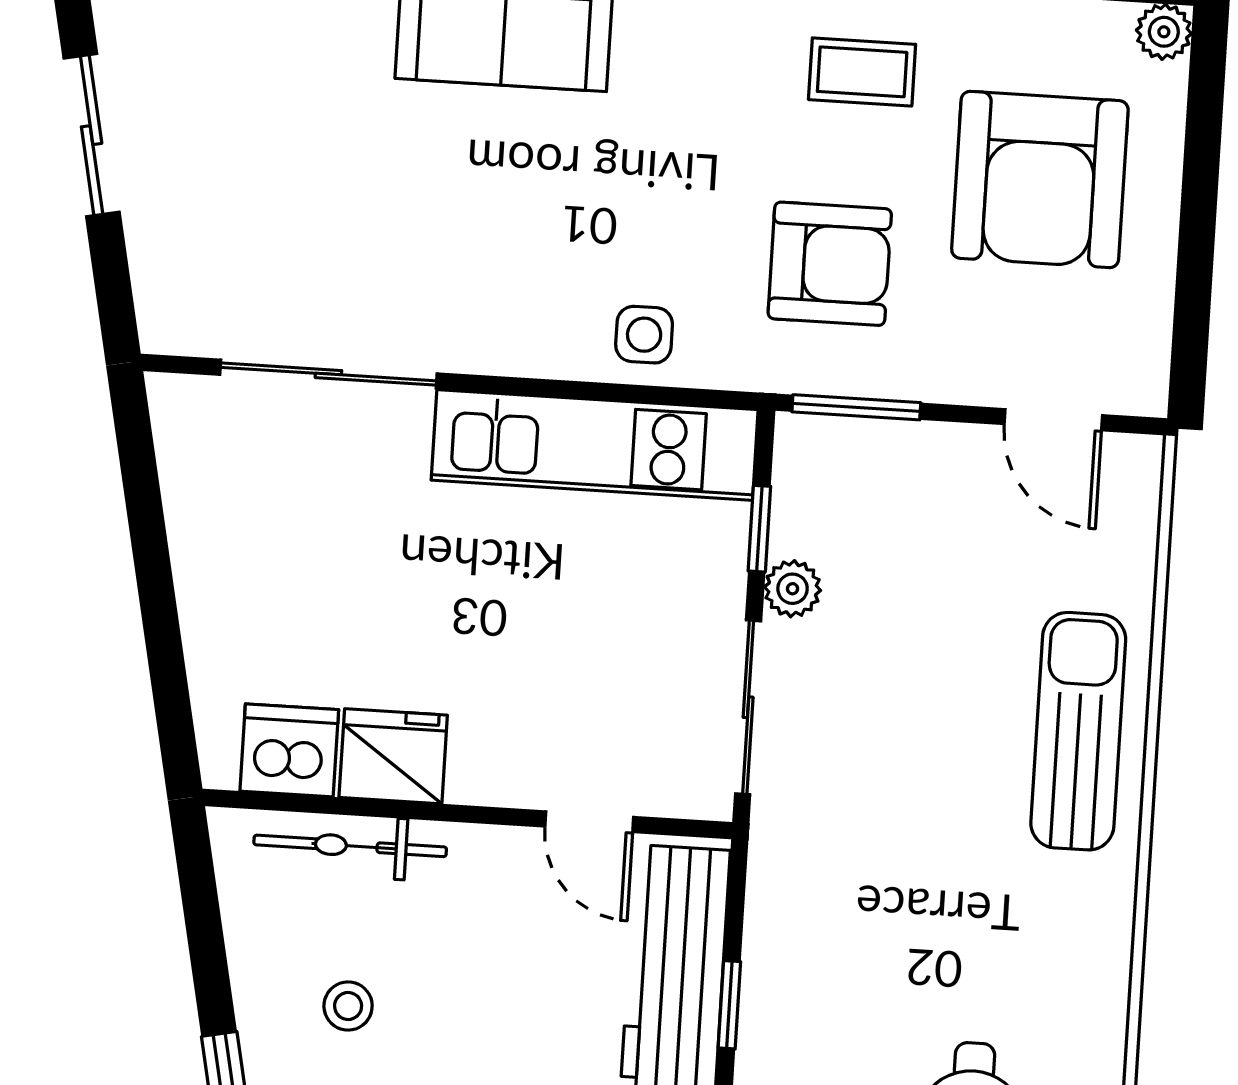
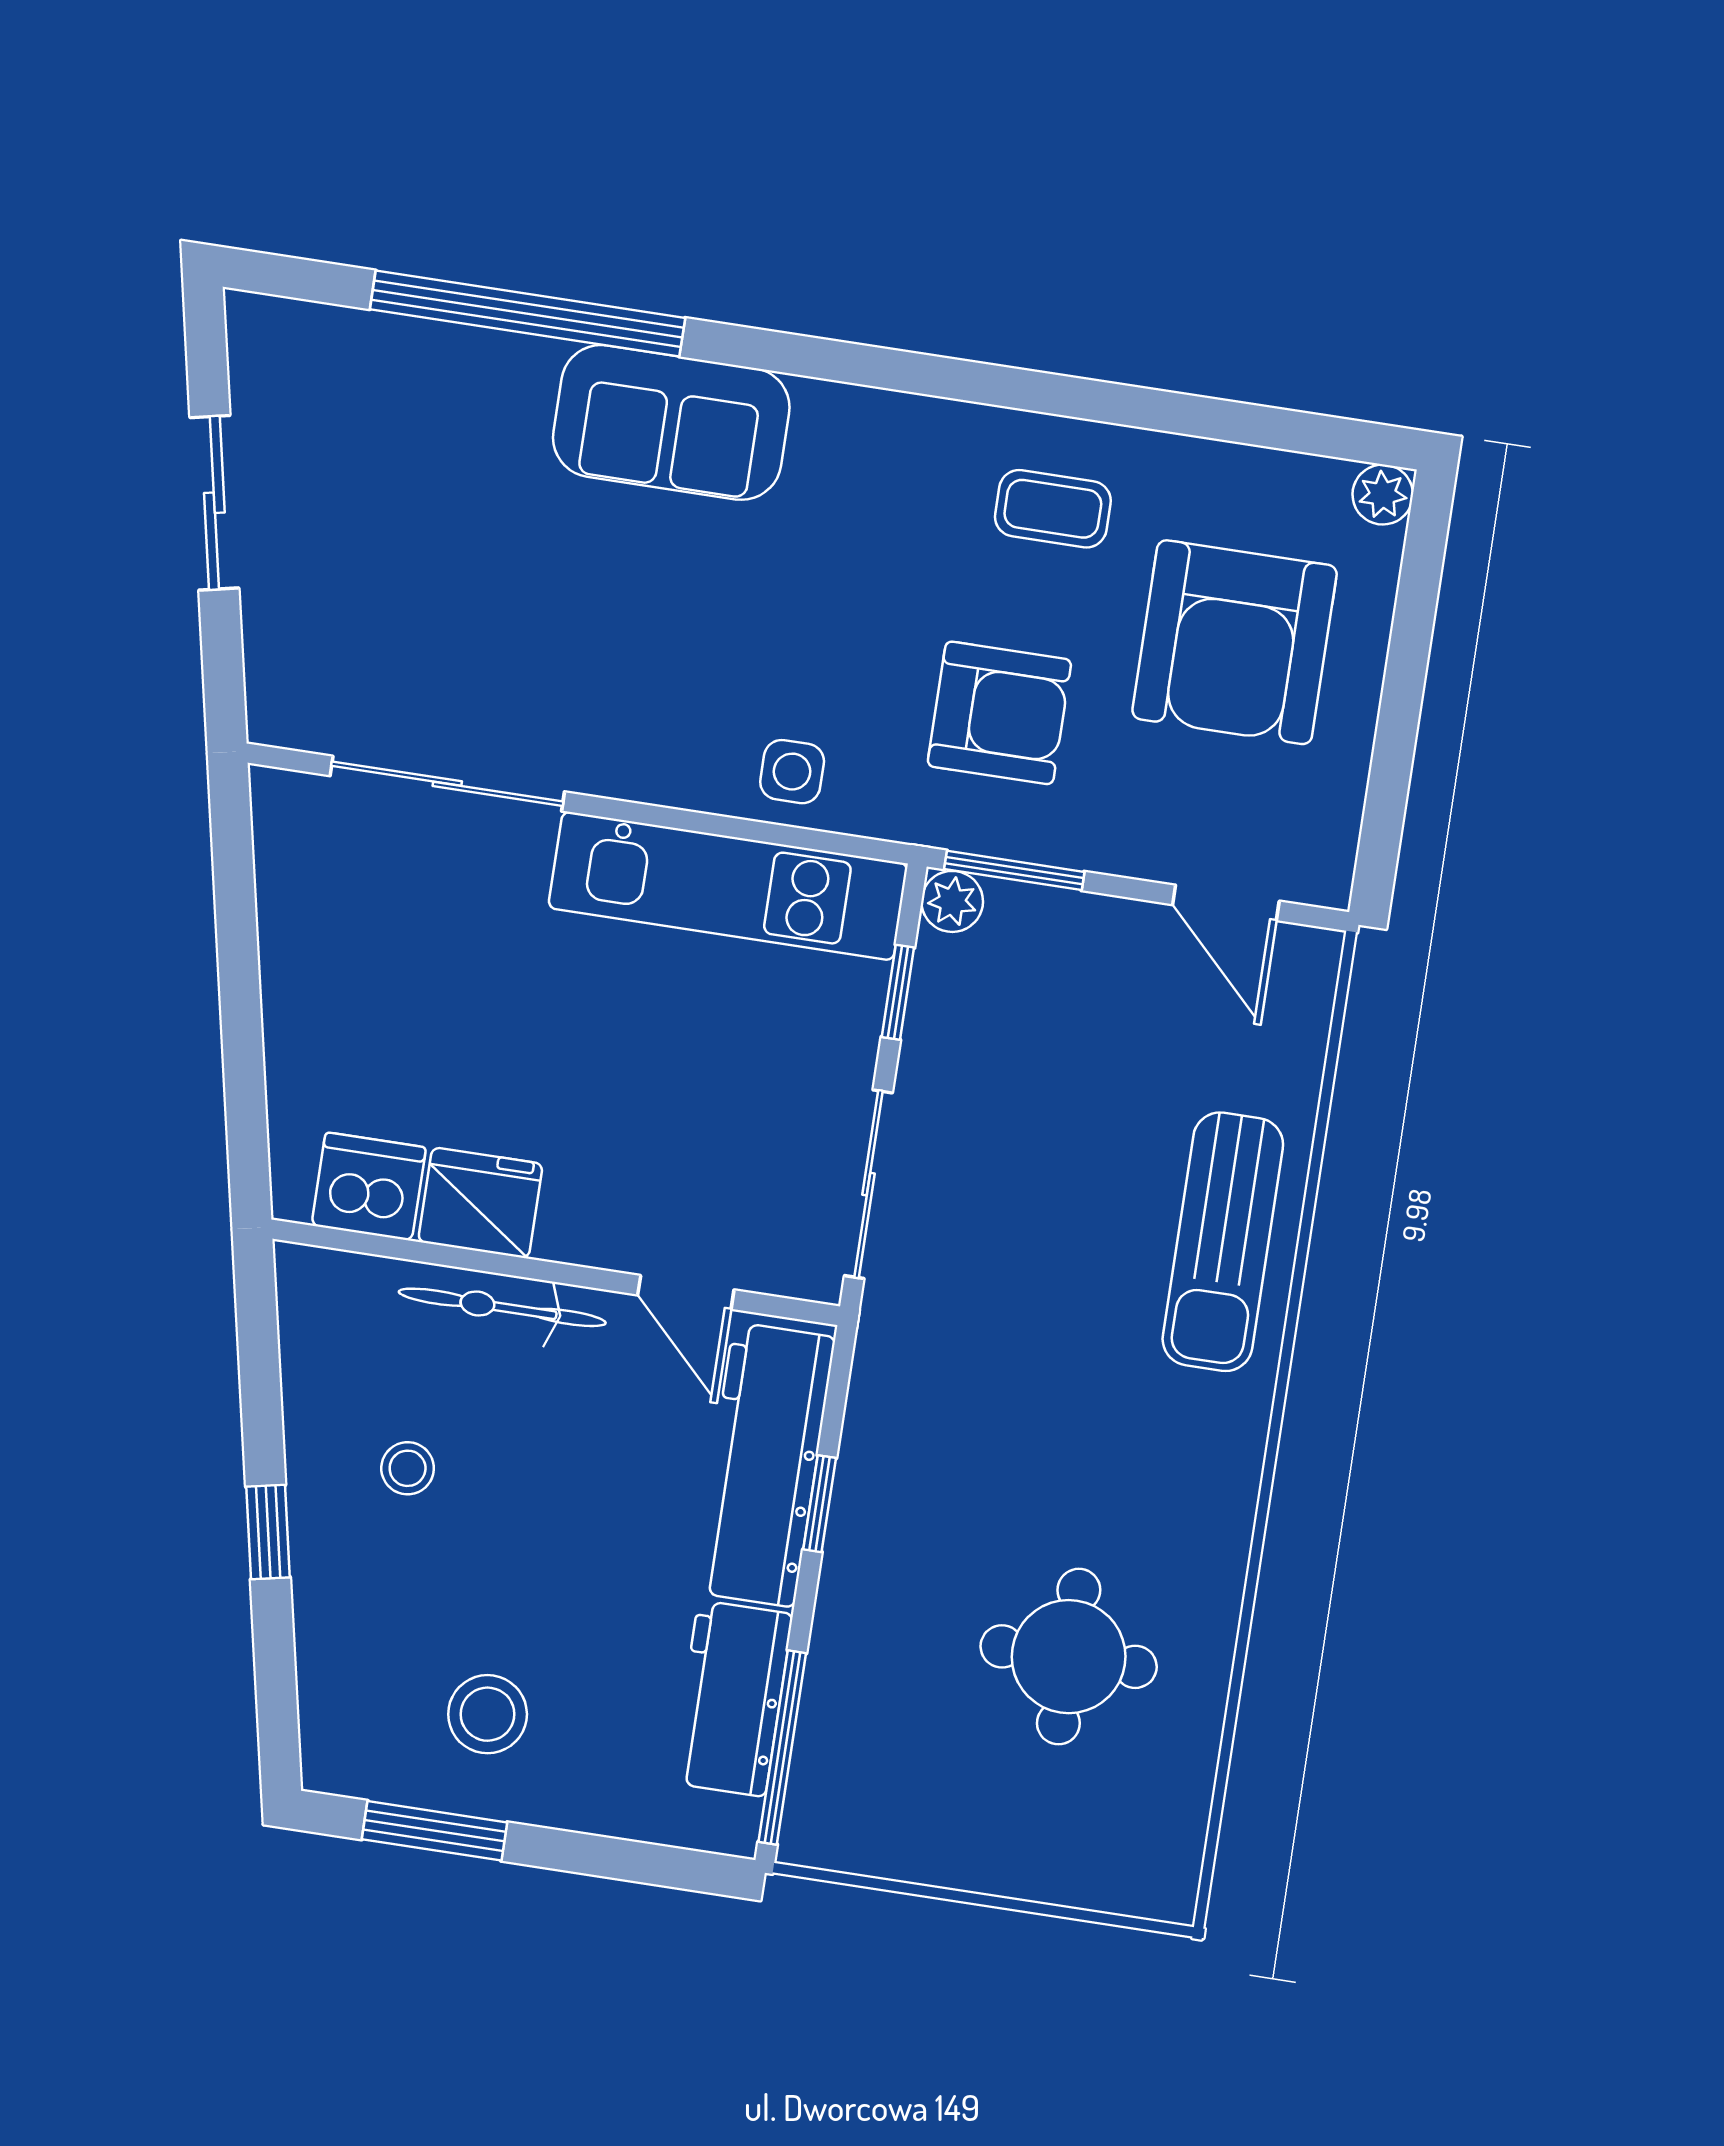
plant: (793, 589) -> (952, 901), moved
sun lounger: (1078, 731) -> (1223, 1242), turned 180
bicycle: (350, 846) -> (502, 1307), moved

